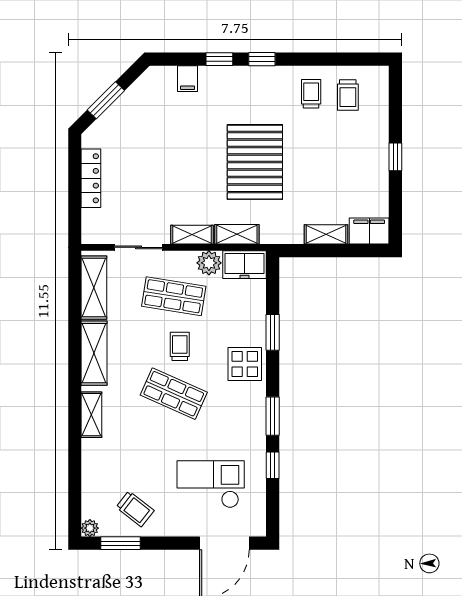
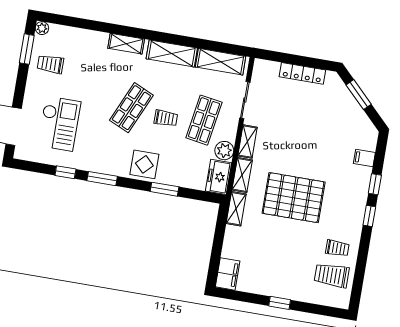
trolley: (348, 95) -> (332, 275), width x1.36, depth x1.39
shelving: (326, 234) -> (236, 209), moved
trolley: (135, 509) -> (50, 64), turned 52

